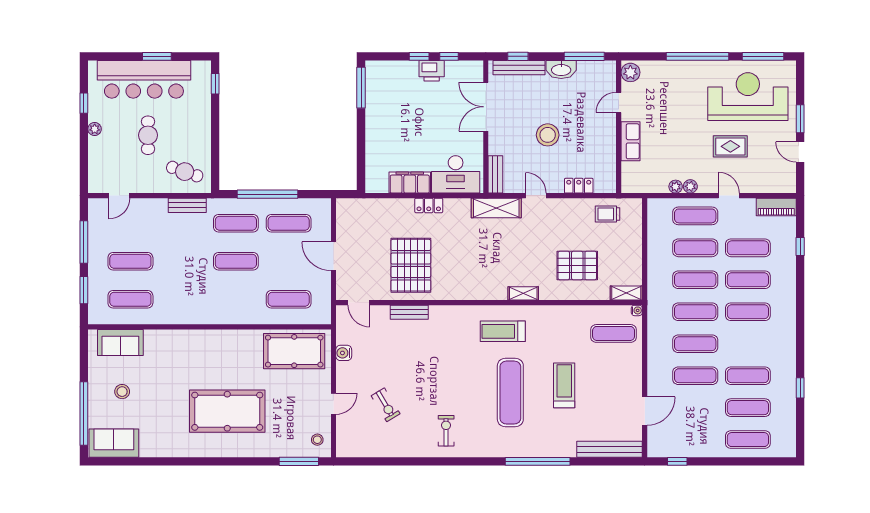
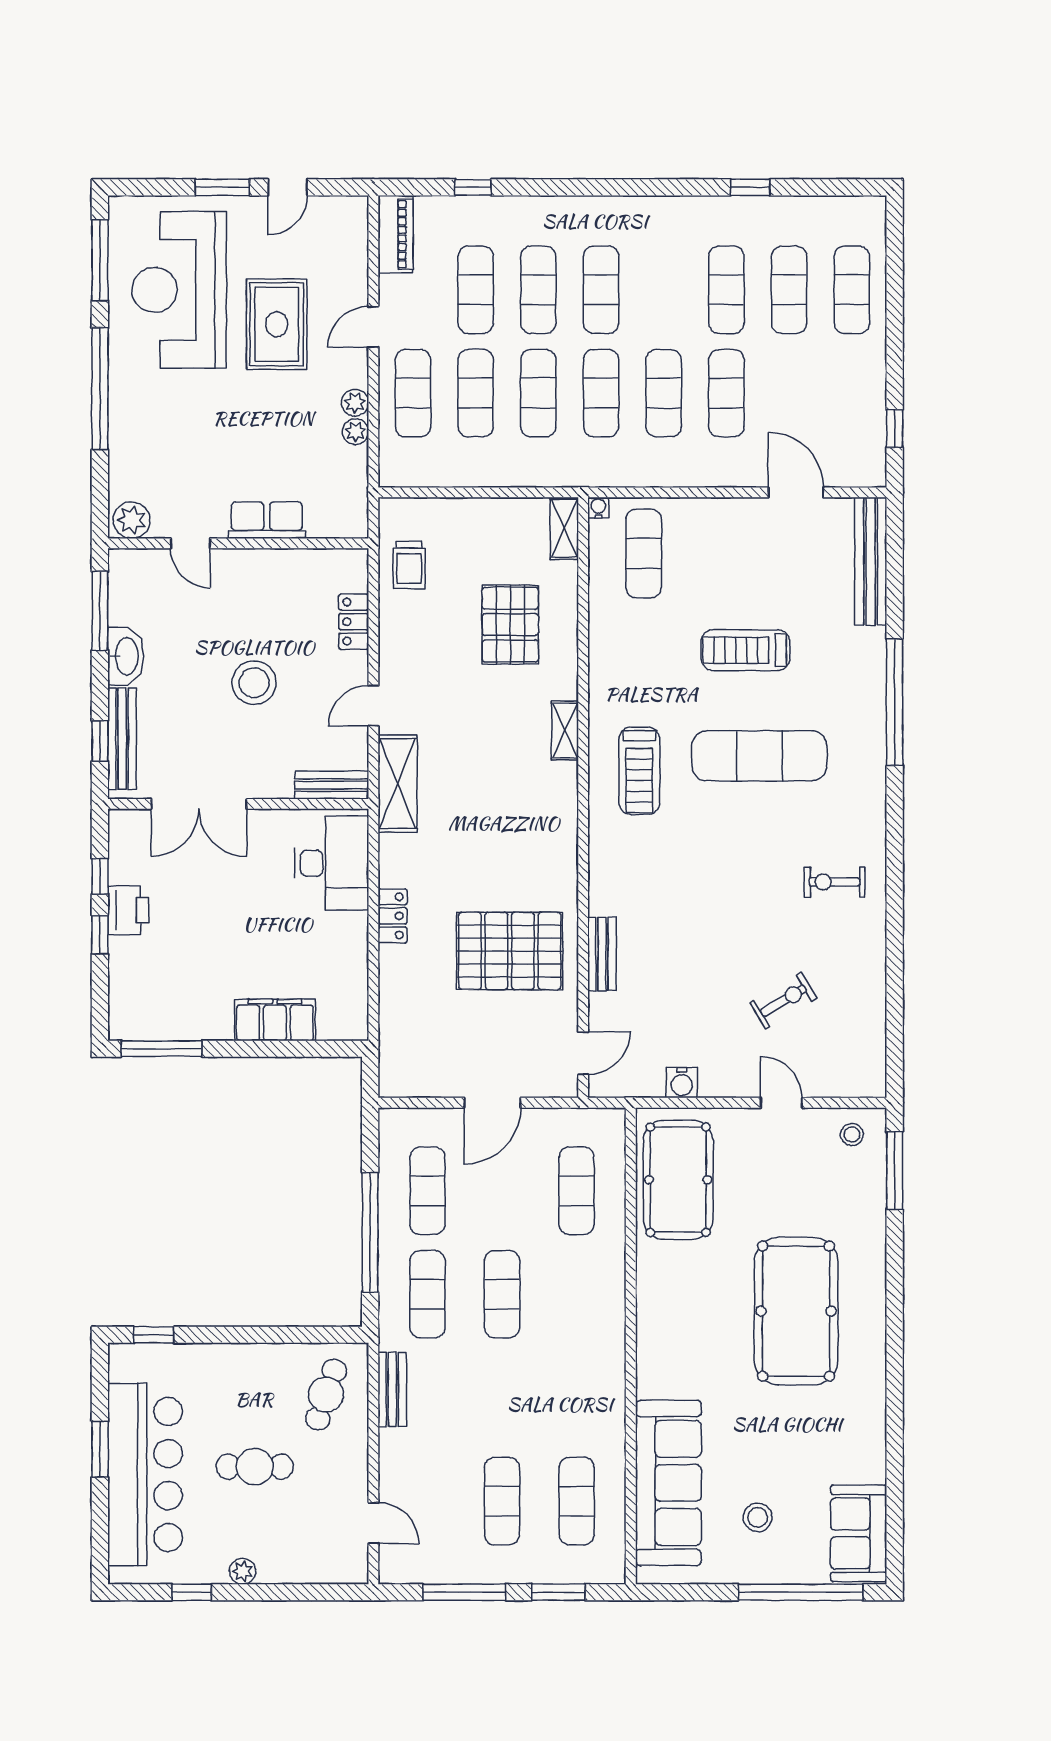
rug: (730, 146) -> (277, 324), width x1.36, depth x1.43
filing cabinet: (410, 183) -> (275, 1020), moved, turned 90
sofa: (120, 343) -> (668, 1483), width x1.85, depth x1.27

